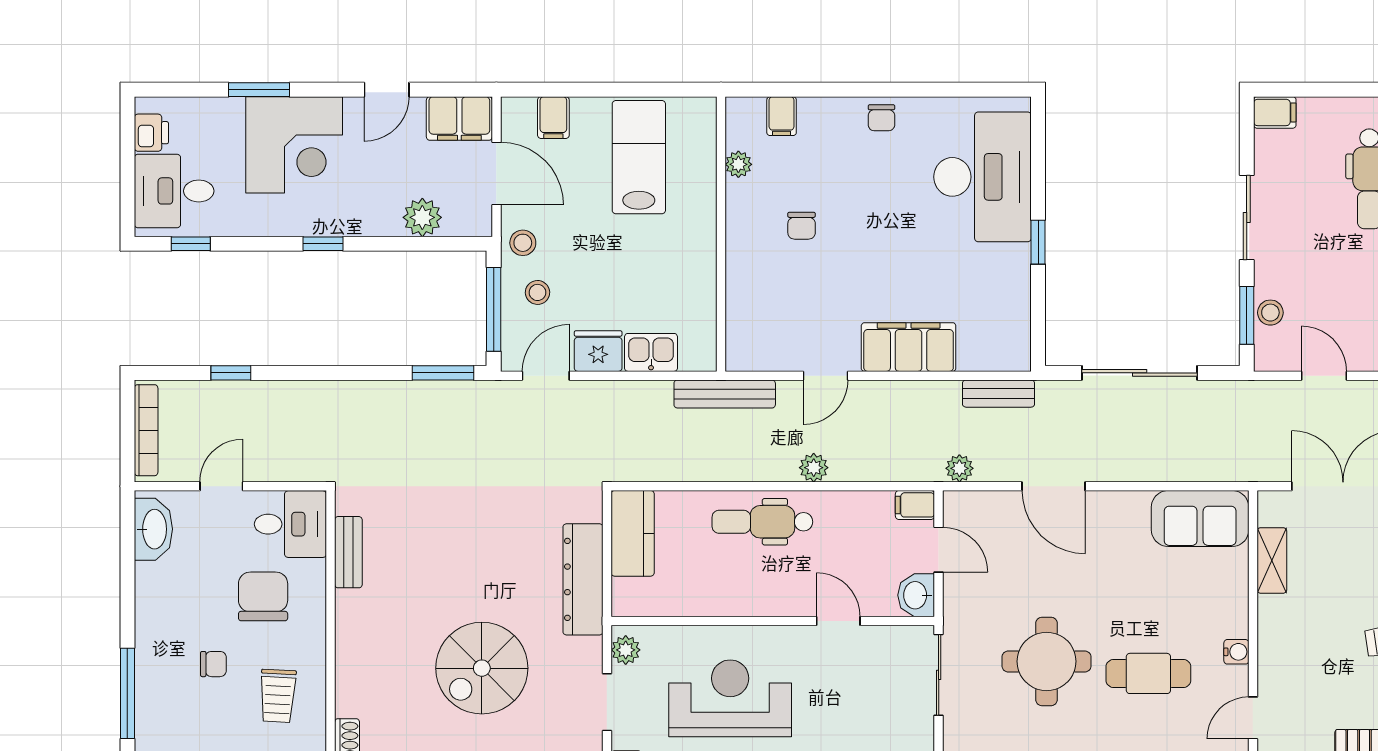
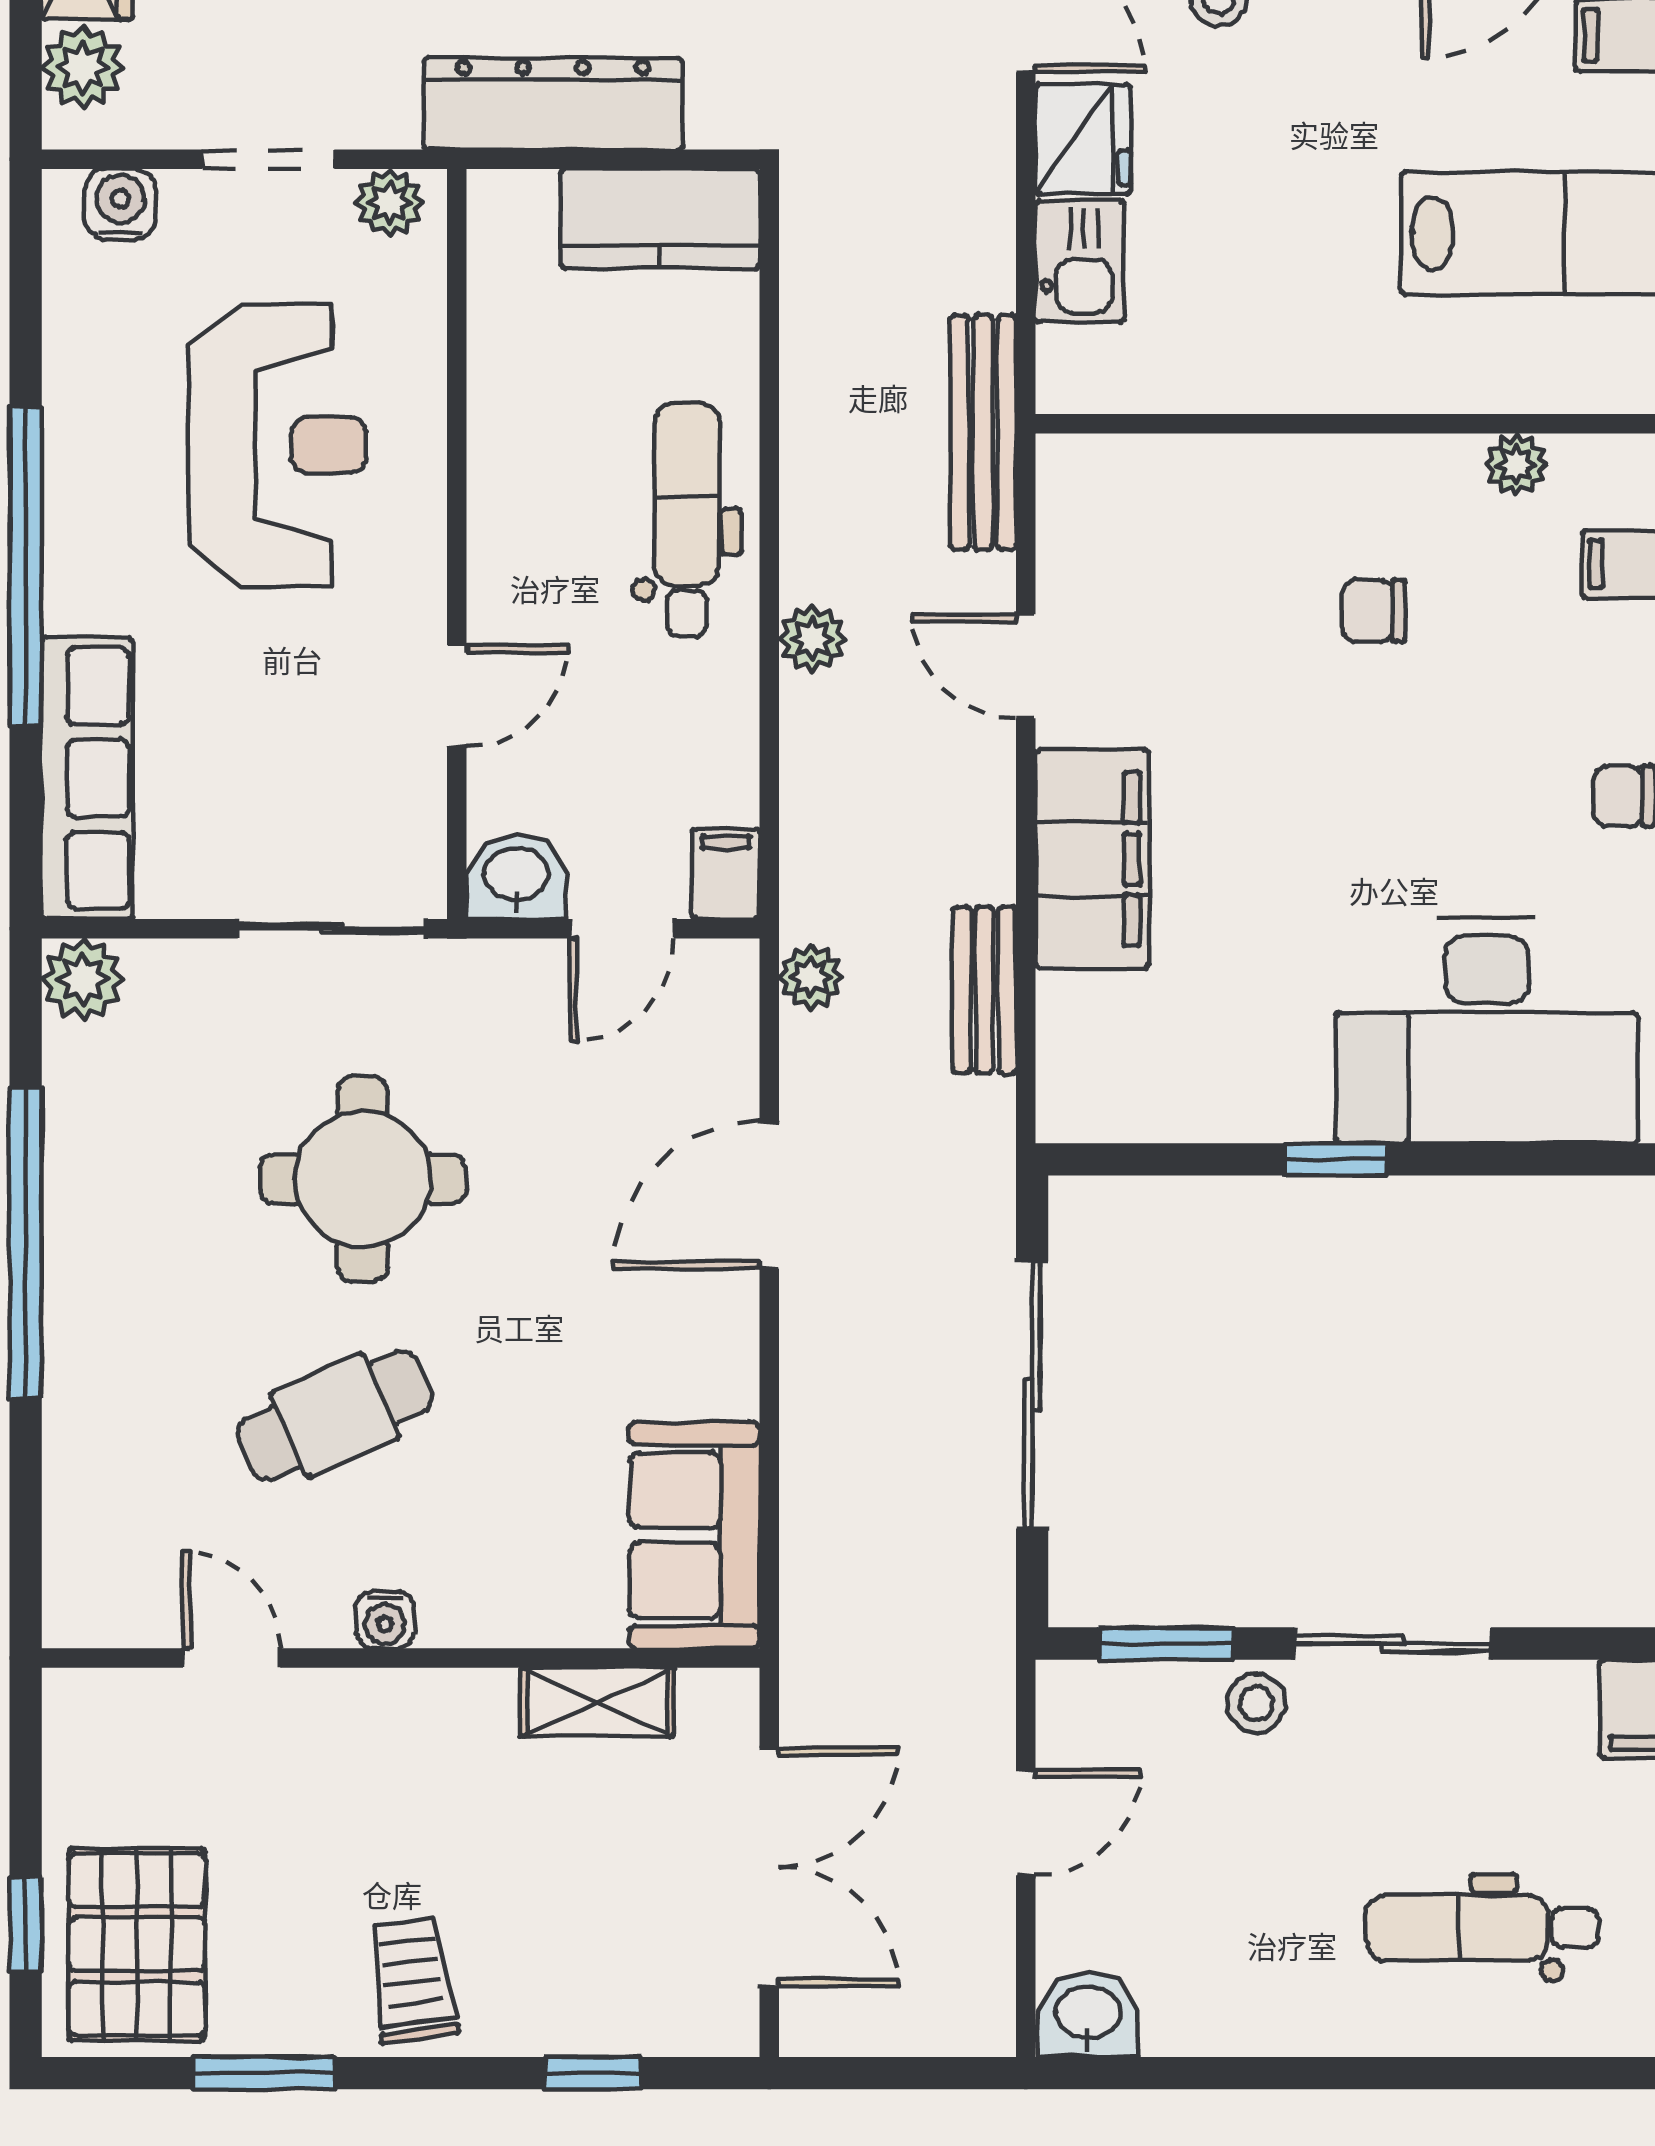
stool: (1270, 313) -> (1256, 1703), moved
bench: (999, 394) -> (984, 990), moved
cafe table: (1148, 673) -> (335, 1415), turned 66

